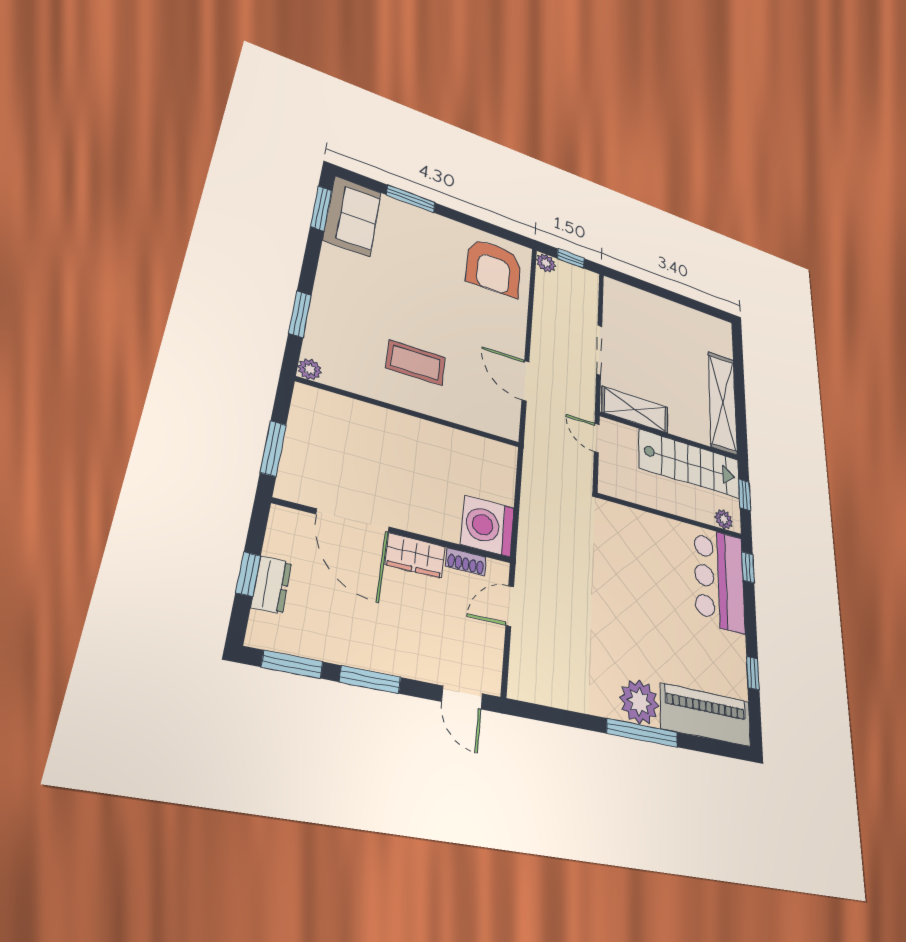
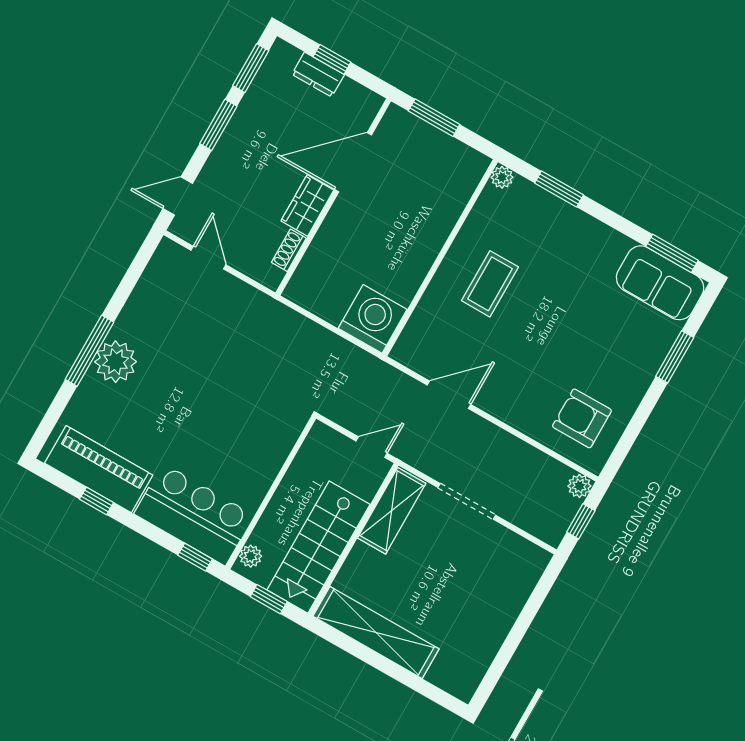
armchair: (494, 267) -> (582, 418), width x0.73, depth x0.73
washing machine: (487, 526) -> (373, 319), moved
door: (510, 606) -> (208, 258), moved
piano: (706, 715) -> (99, 469), moved, turned -90

